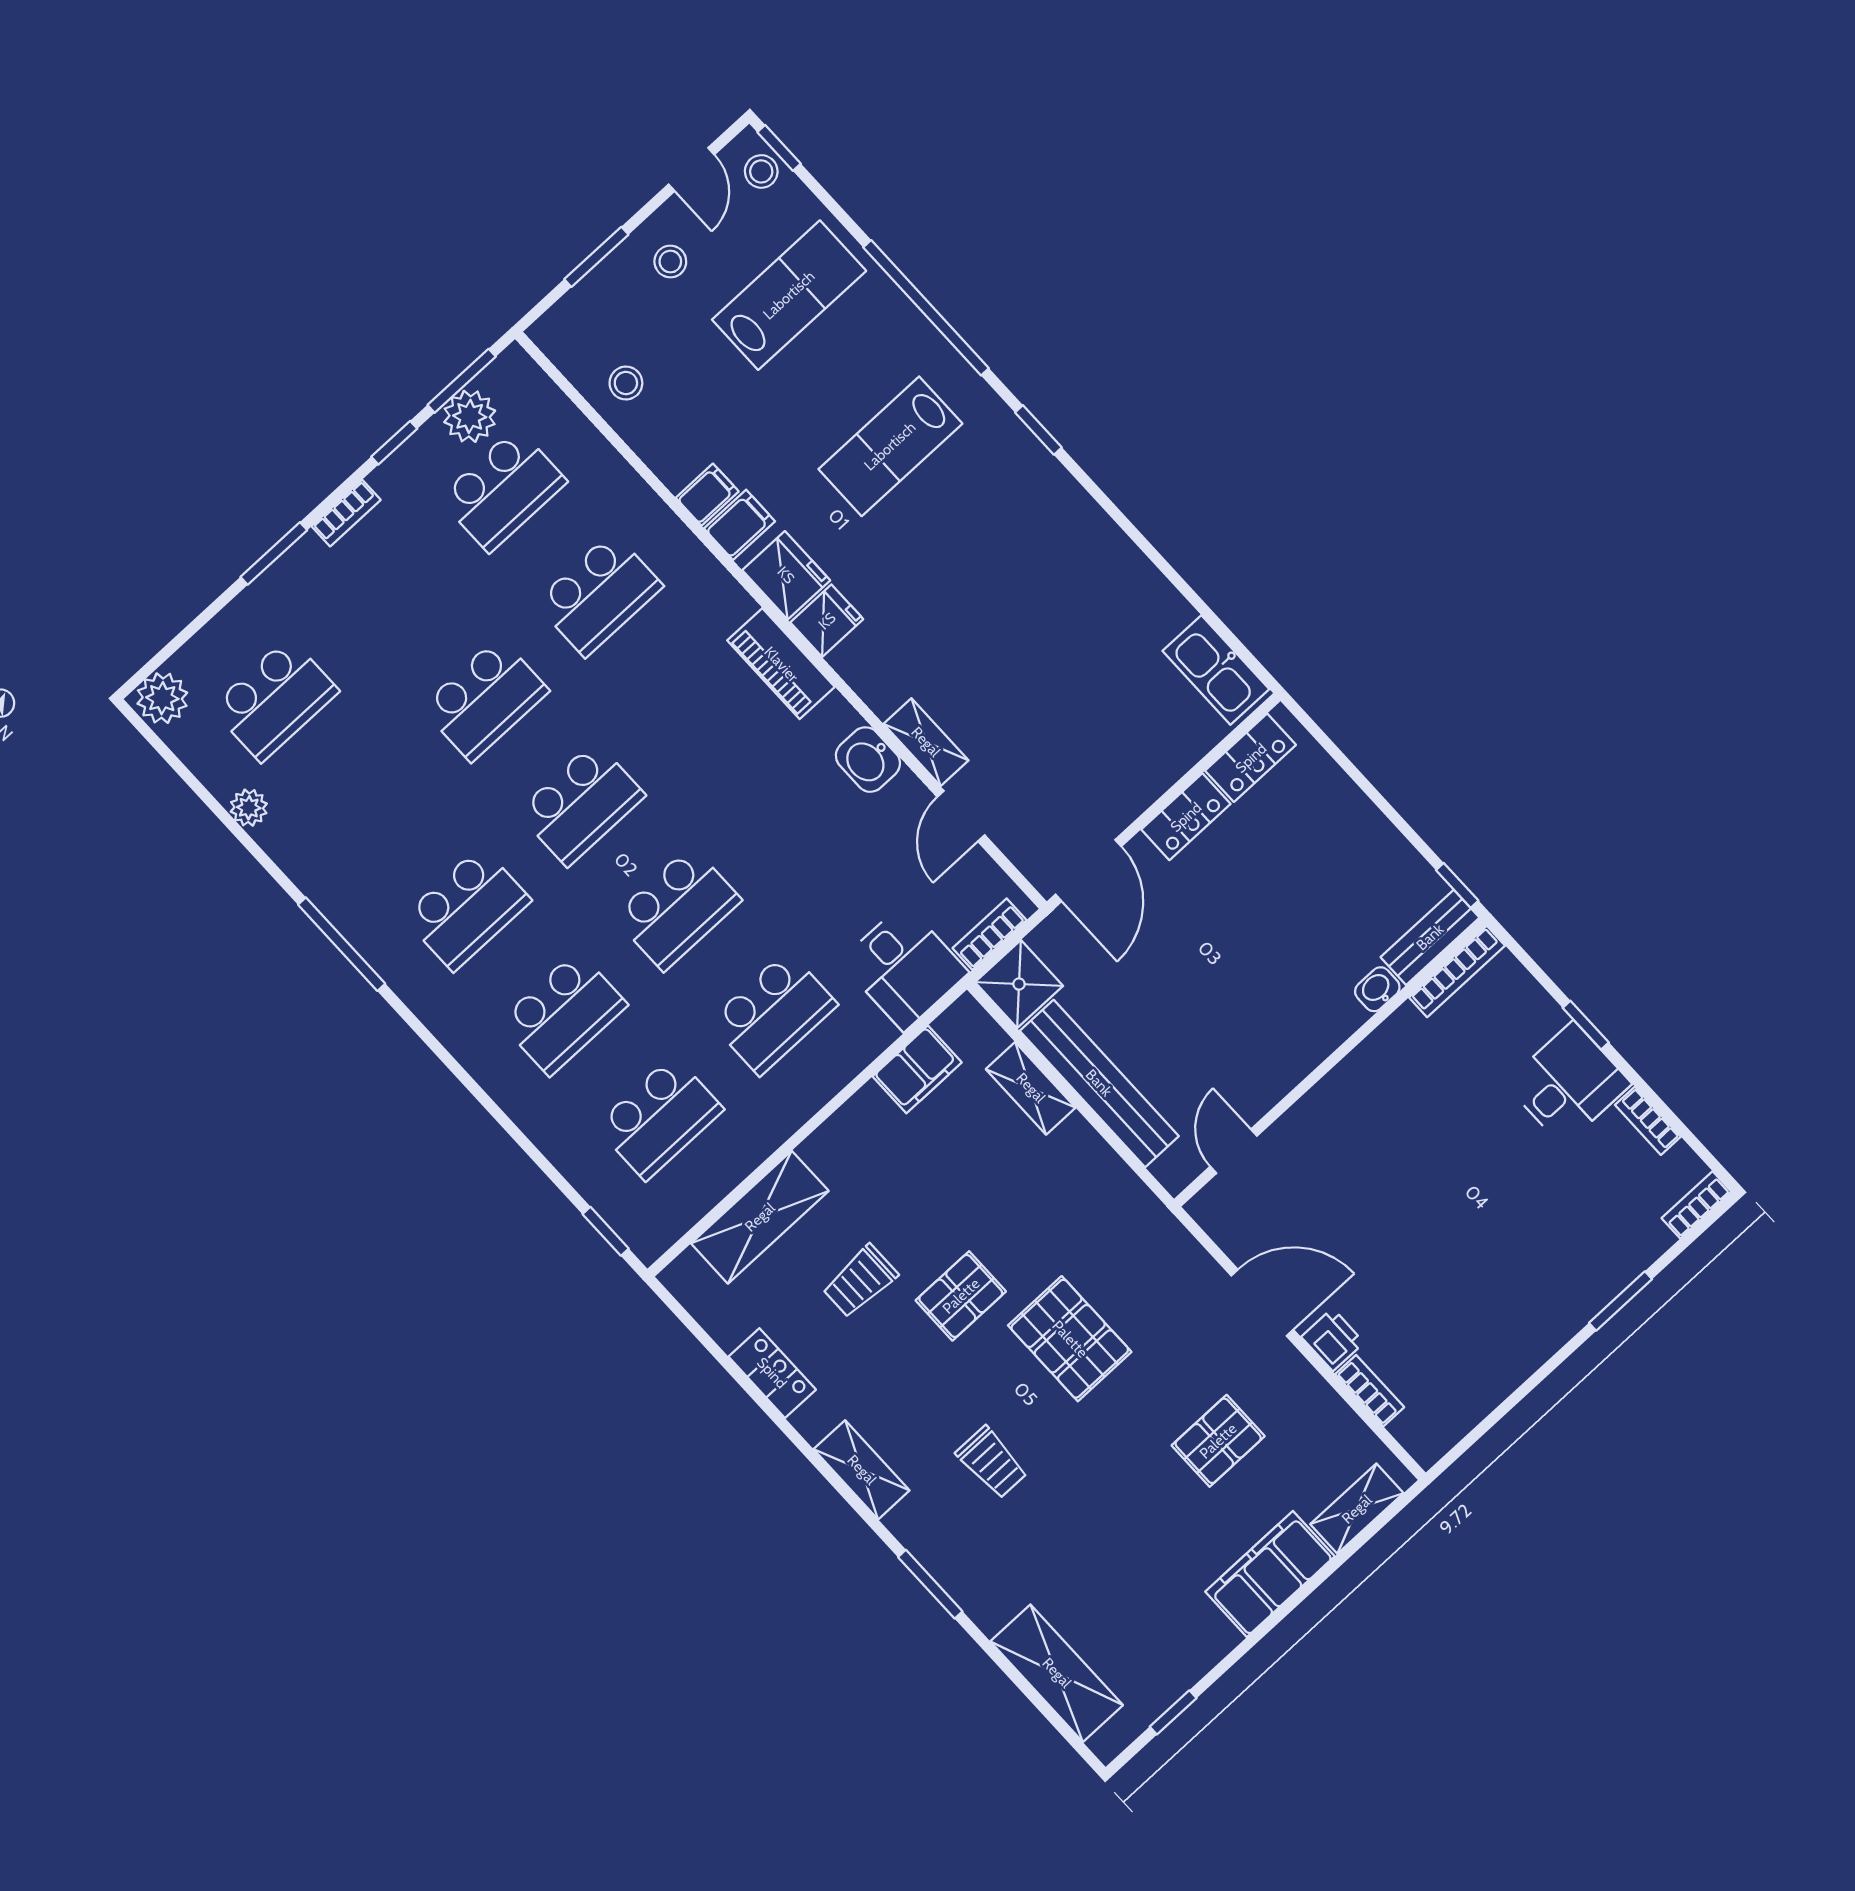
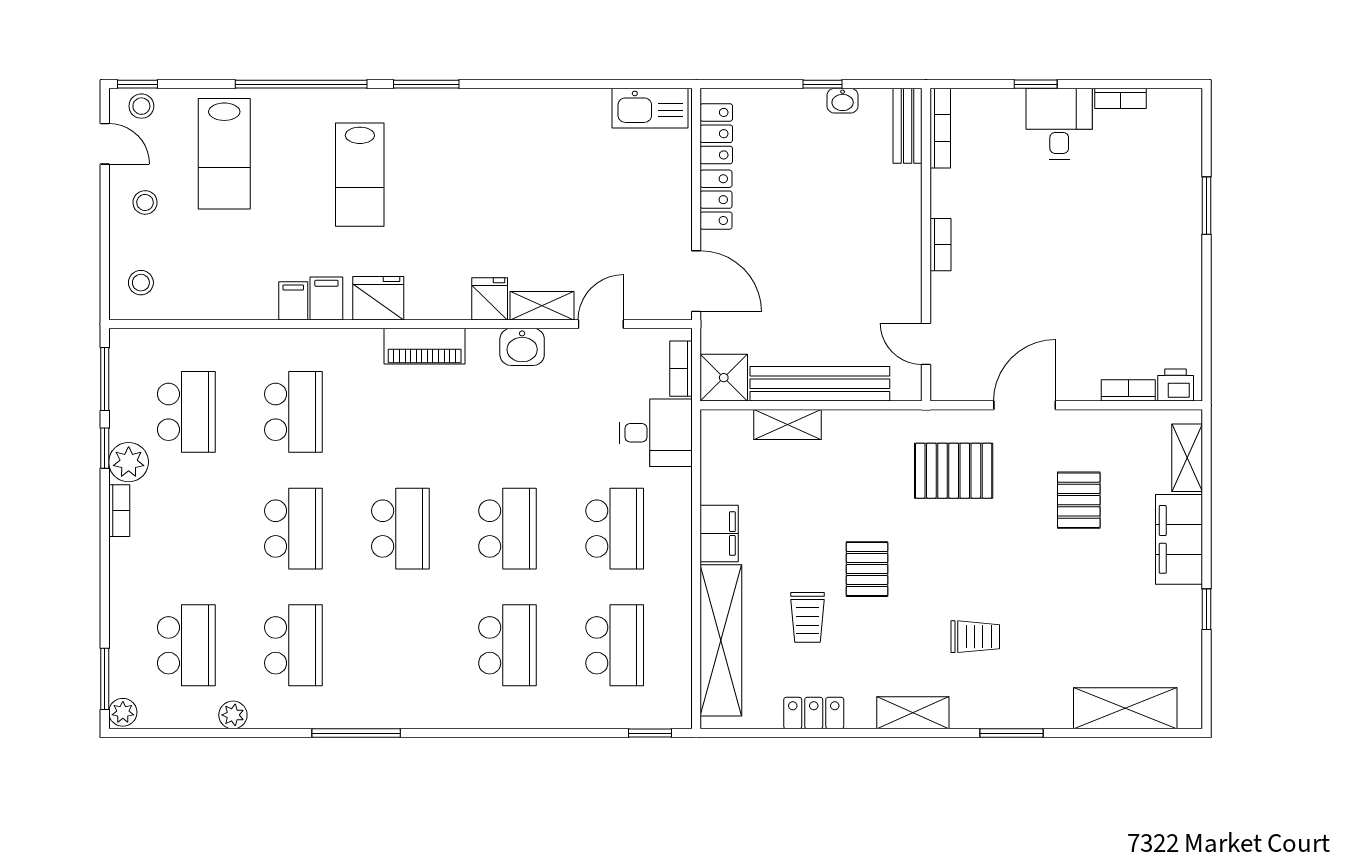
window: (596, 257) -> (105, 241), removed
lab bench: (789, 295) -> (224, 154), turned 180
stool: (626, 383) -> (141, 283), moved
plant: (470, 416) -> (129, 462), moved
window: (1038, 430) -> (426, 84), width x1.50
window: (274, 553) -> (105, 679), moved
fridge: (827, 621) -> (490, 299), moved
plant: (162, 698) -> (123, 712), width x0.73, depth x0.73
door: (961, 816) -> (601, 324), swing flipped
window: (1457, 885) -> (822, 84), moved
school desk: (467, 909) -> (293, 645), moved
washbasin: (1377, 989) -> (843, 101), moved, turned -90
filing cabinet: (917, 1069) -> (719, 534), moved
bookcase: (1696, 1205) -> (940, 245), moved, turned 180
shelving: (760, 1217) -> (721, 640), width x1.47
pallet: (1070, 1339) -> (954, 471), moved
printer: (1333, 1340) -> (1176, 385), moved
window: (1173, 1712) -> (1206, 609), moved

